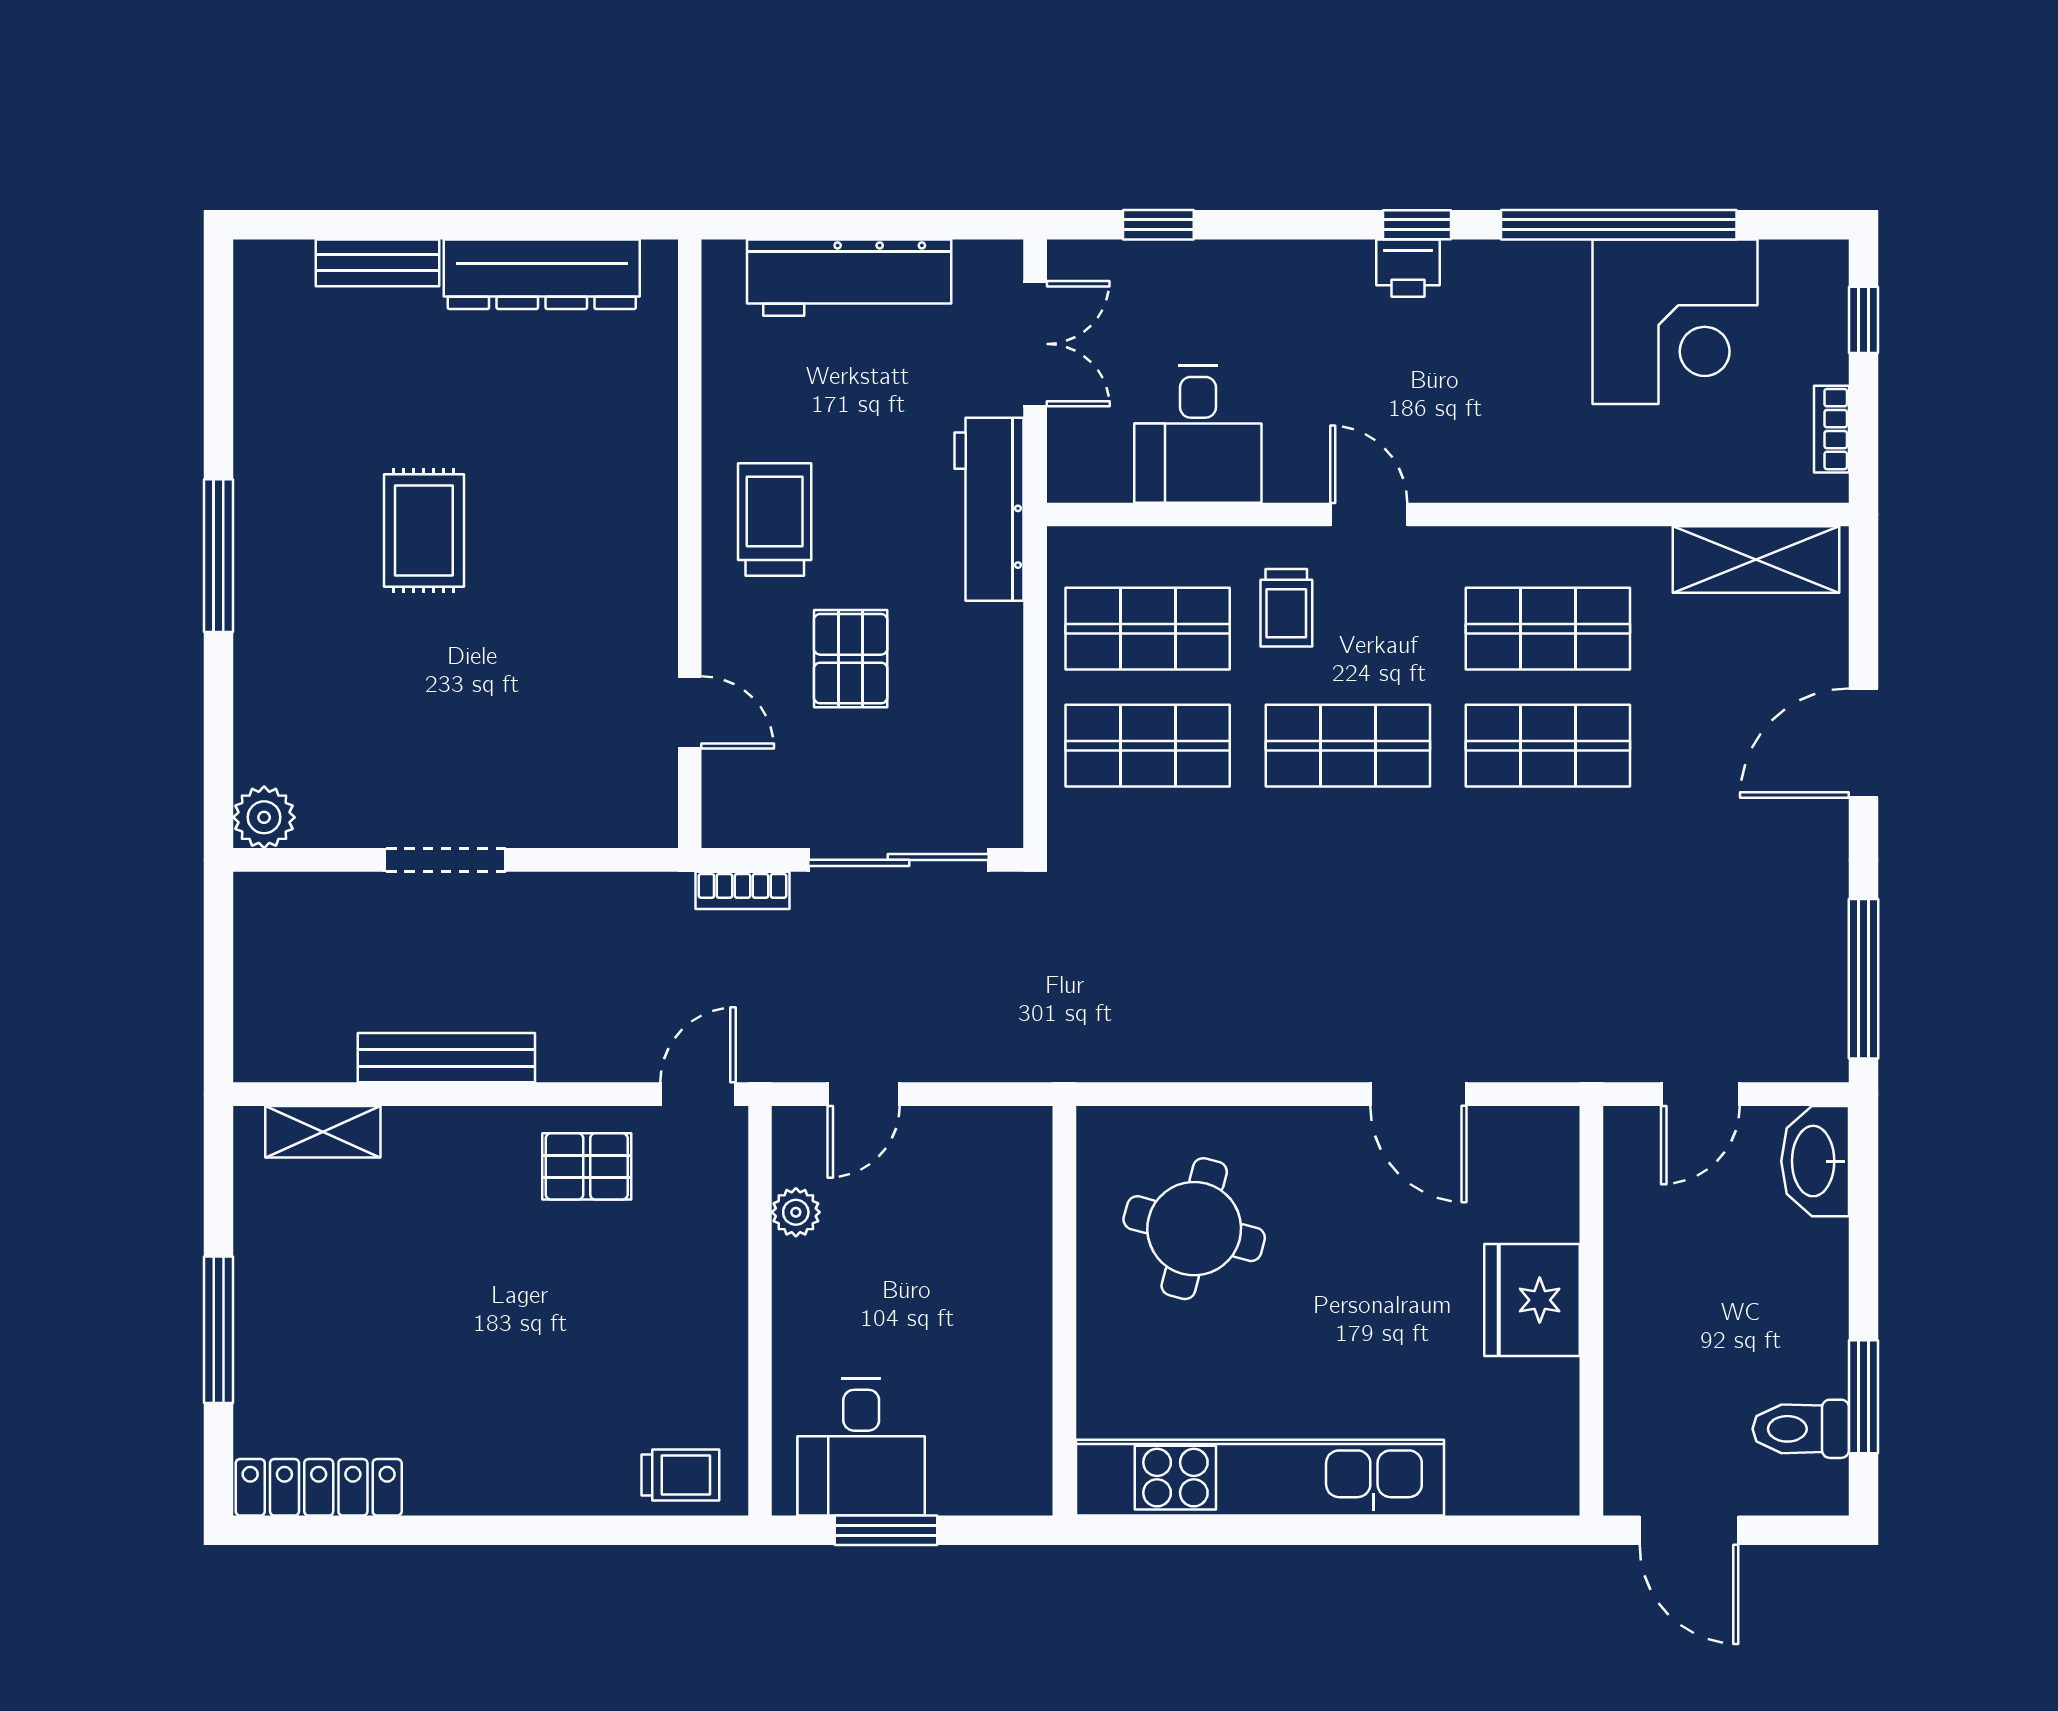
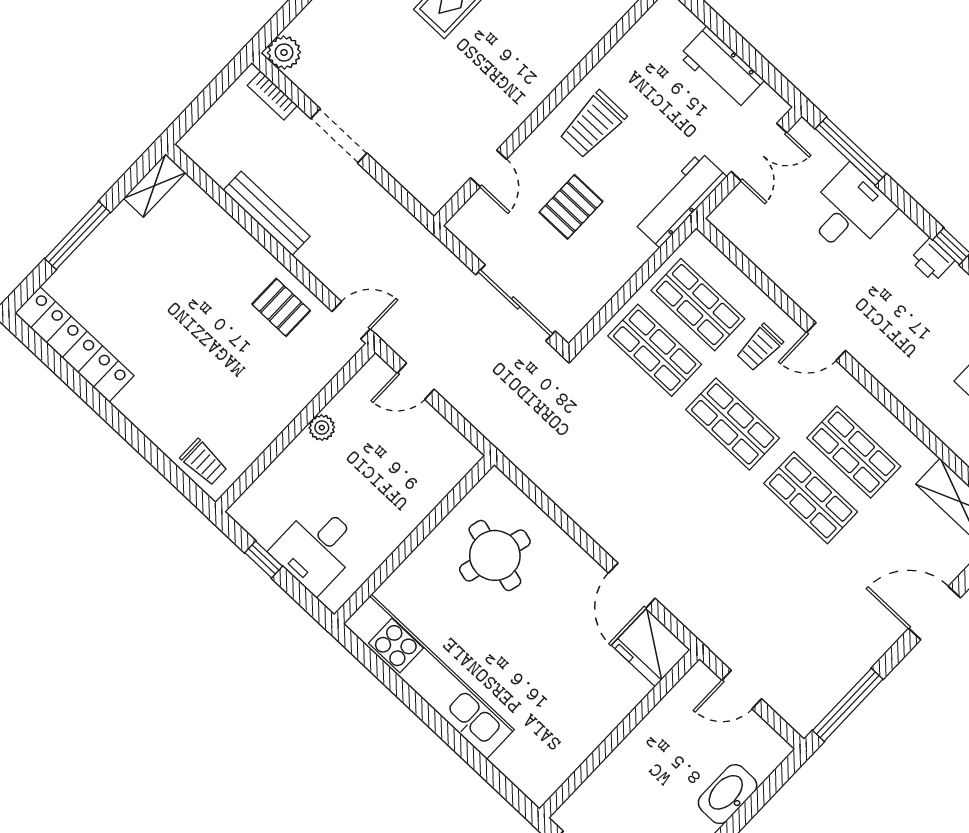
window: (1158, 225) -> (851, 151), width x2.17
workbench: (849, 278) -> (722, 68), width x0.73
desk: (1198, 434) -> (849, 211), moved, turned 180
door: (1369, 515) -> (826, 342), swing flipped
trolley: (775, 519) -> (593, 125), turned 180
bookcase: (742, 890) -> (272, 95), moved
shelving: (323, 1132) -> (155, 185), moved, turned 90
washbasin: (1815, 1161) -> (728, 794), moved
plant: (796, 1212) -> (322, 428), moved
fridge: (1532, 1300) -> (651, 647), moved, turned -90
desk: (861, 1447) -> (317, 548), moved
locker: (319, 1487) -> (74, 344), width x1.41, depth x1.21
window: (886, 1530) -> (264, 559), width x0.67

